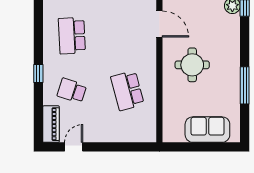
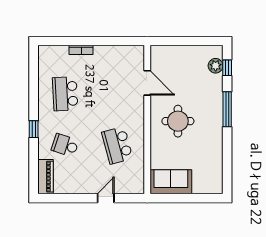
window: (245, 85) -> (227, 109), moved
sofa: (207, 130) -> (171, 182), moved
door: (74, 147) -> (106, 198), moved

